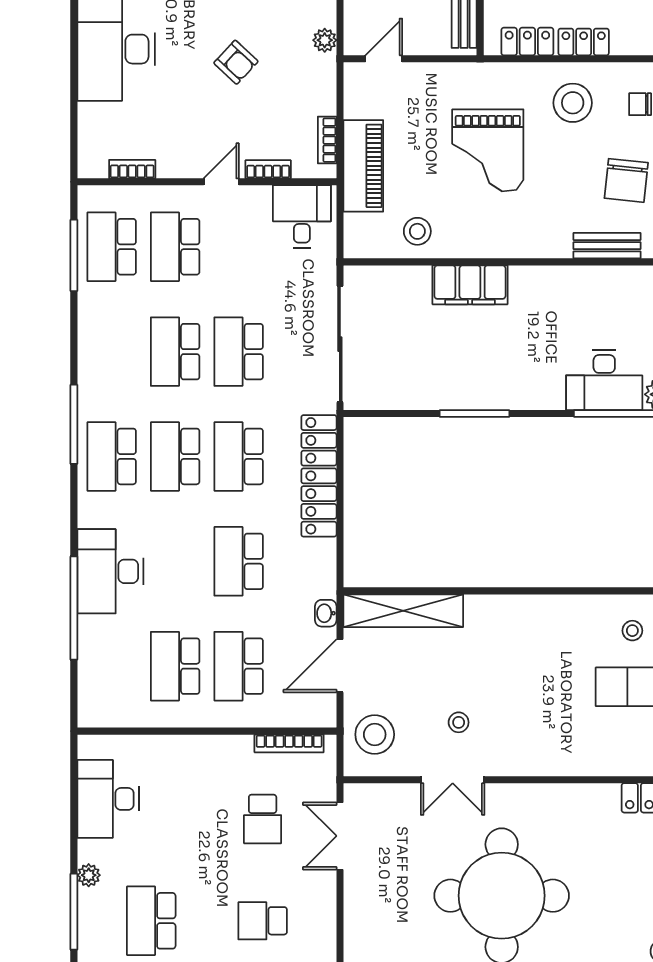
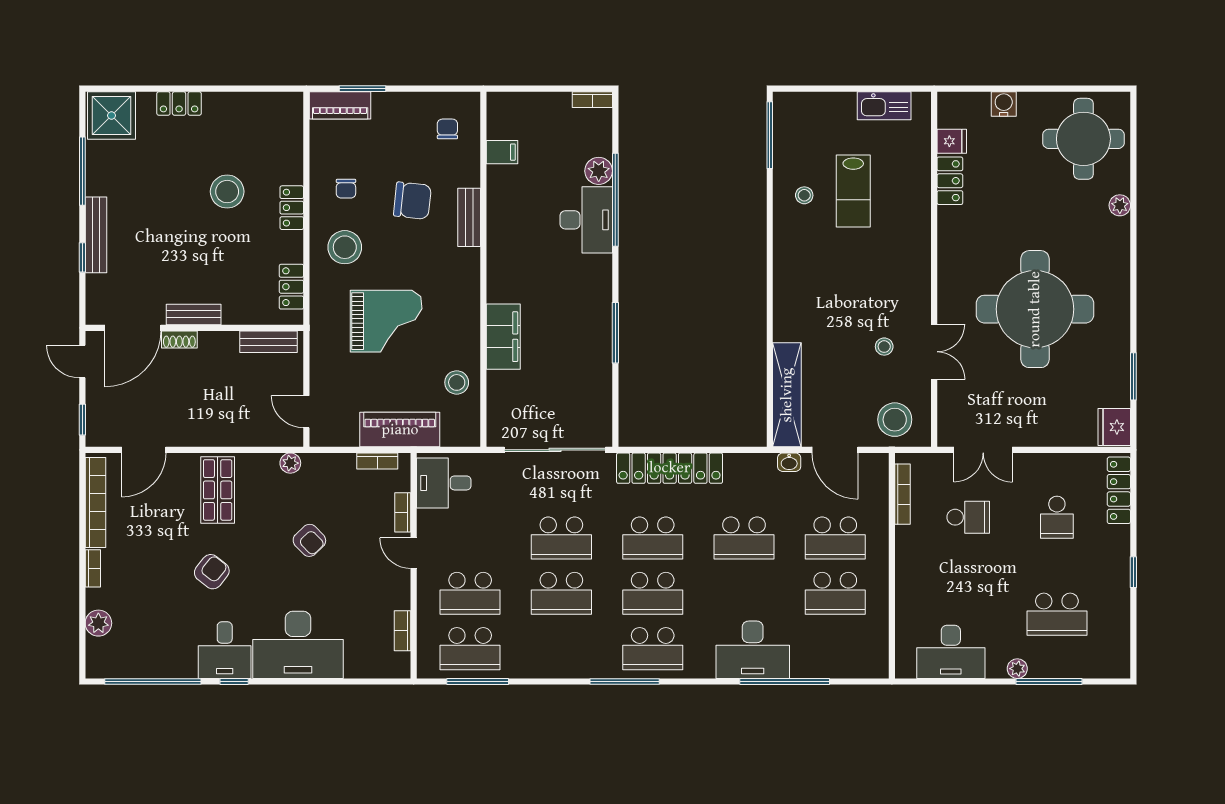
locker: (584, 42) -> (292, 208), moved
armchair: (236, 62) -> (309, 540), turned 93

